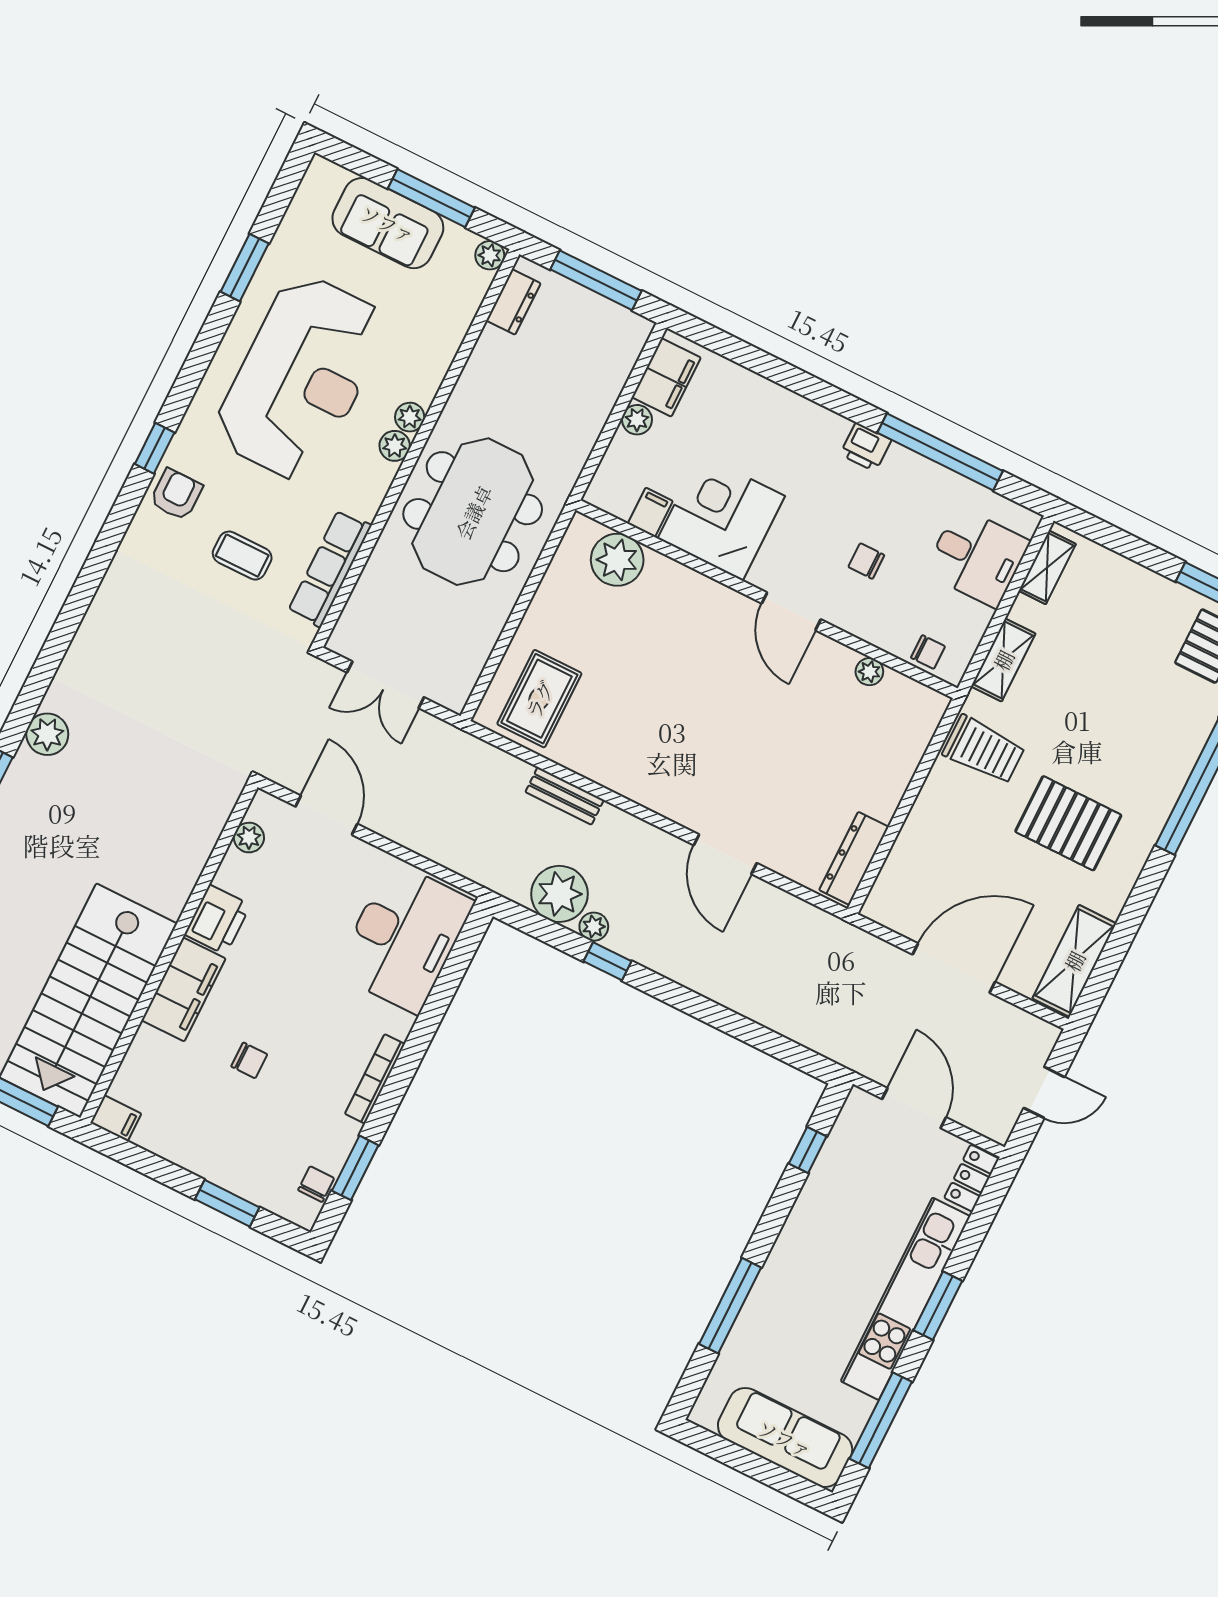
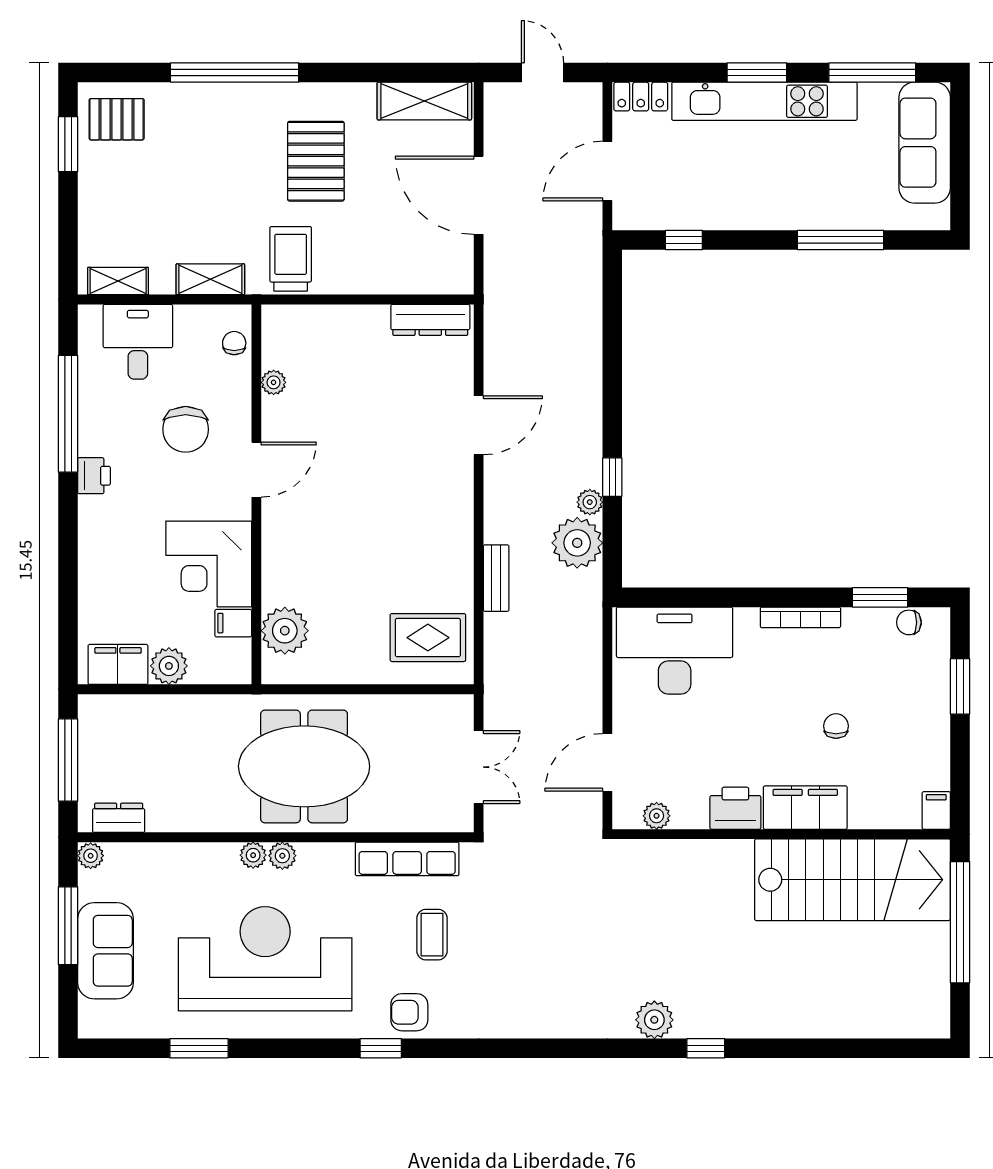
plant: (637, 420) -> (169, 666), width x1.38, depth x1.38
chair: (866, 561) -> (186, 429), width x1.87, depth x1.87

